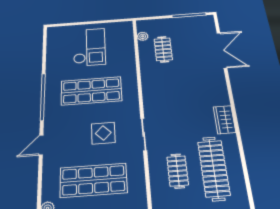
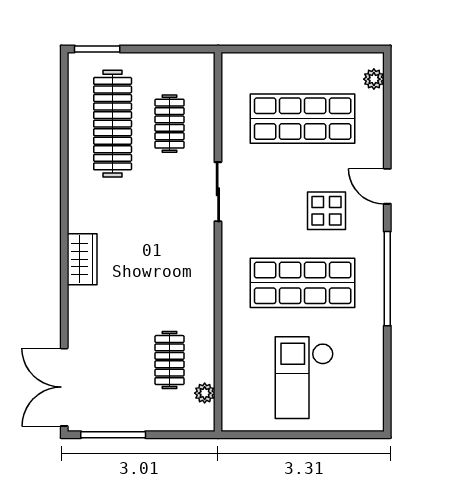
double door: (222, 50) -> (64, 387), moved
wardrobe: (224, 120) -> (82, 259), moved
display table: (103, 133) -> (327, 211), moved
door: (41, 145) -> (387, 186), swing flipped

